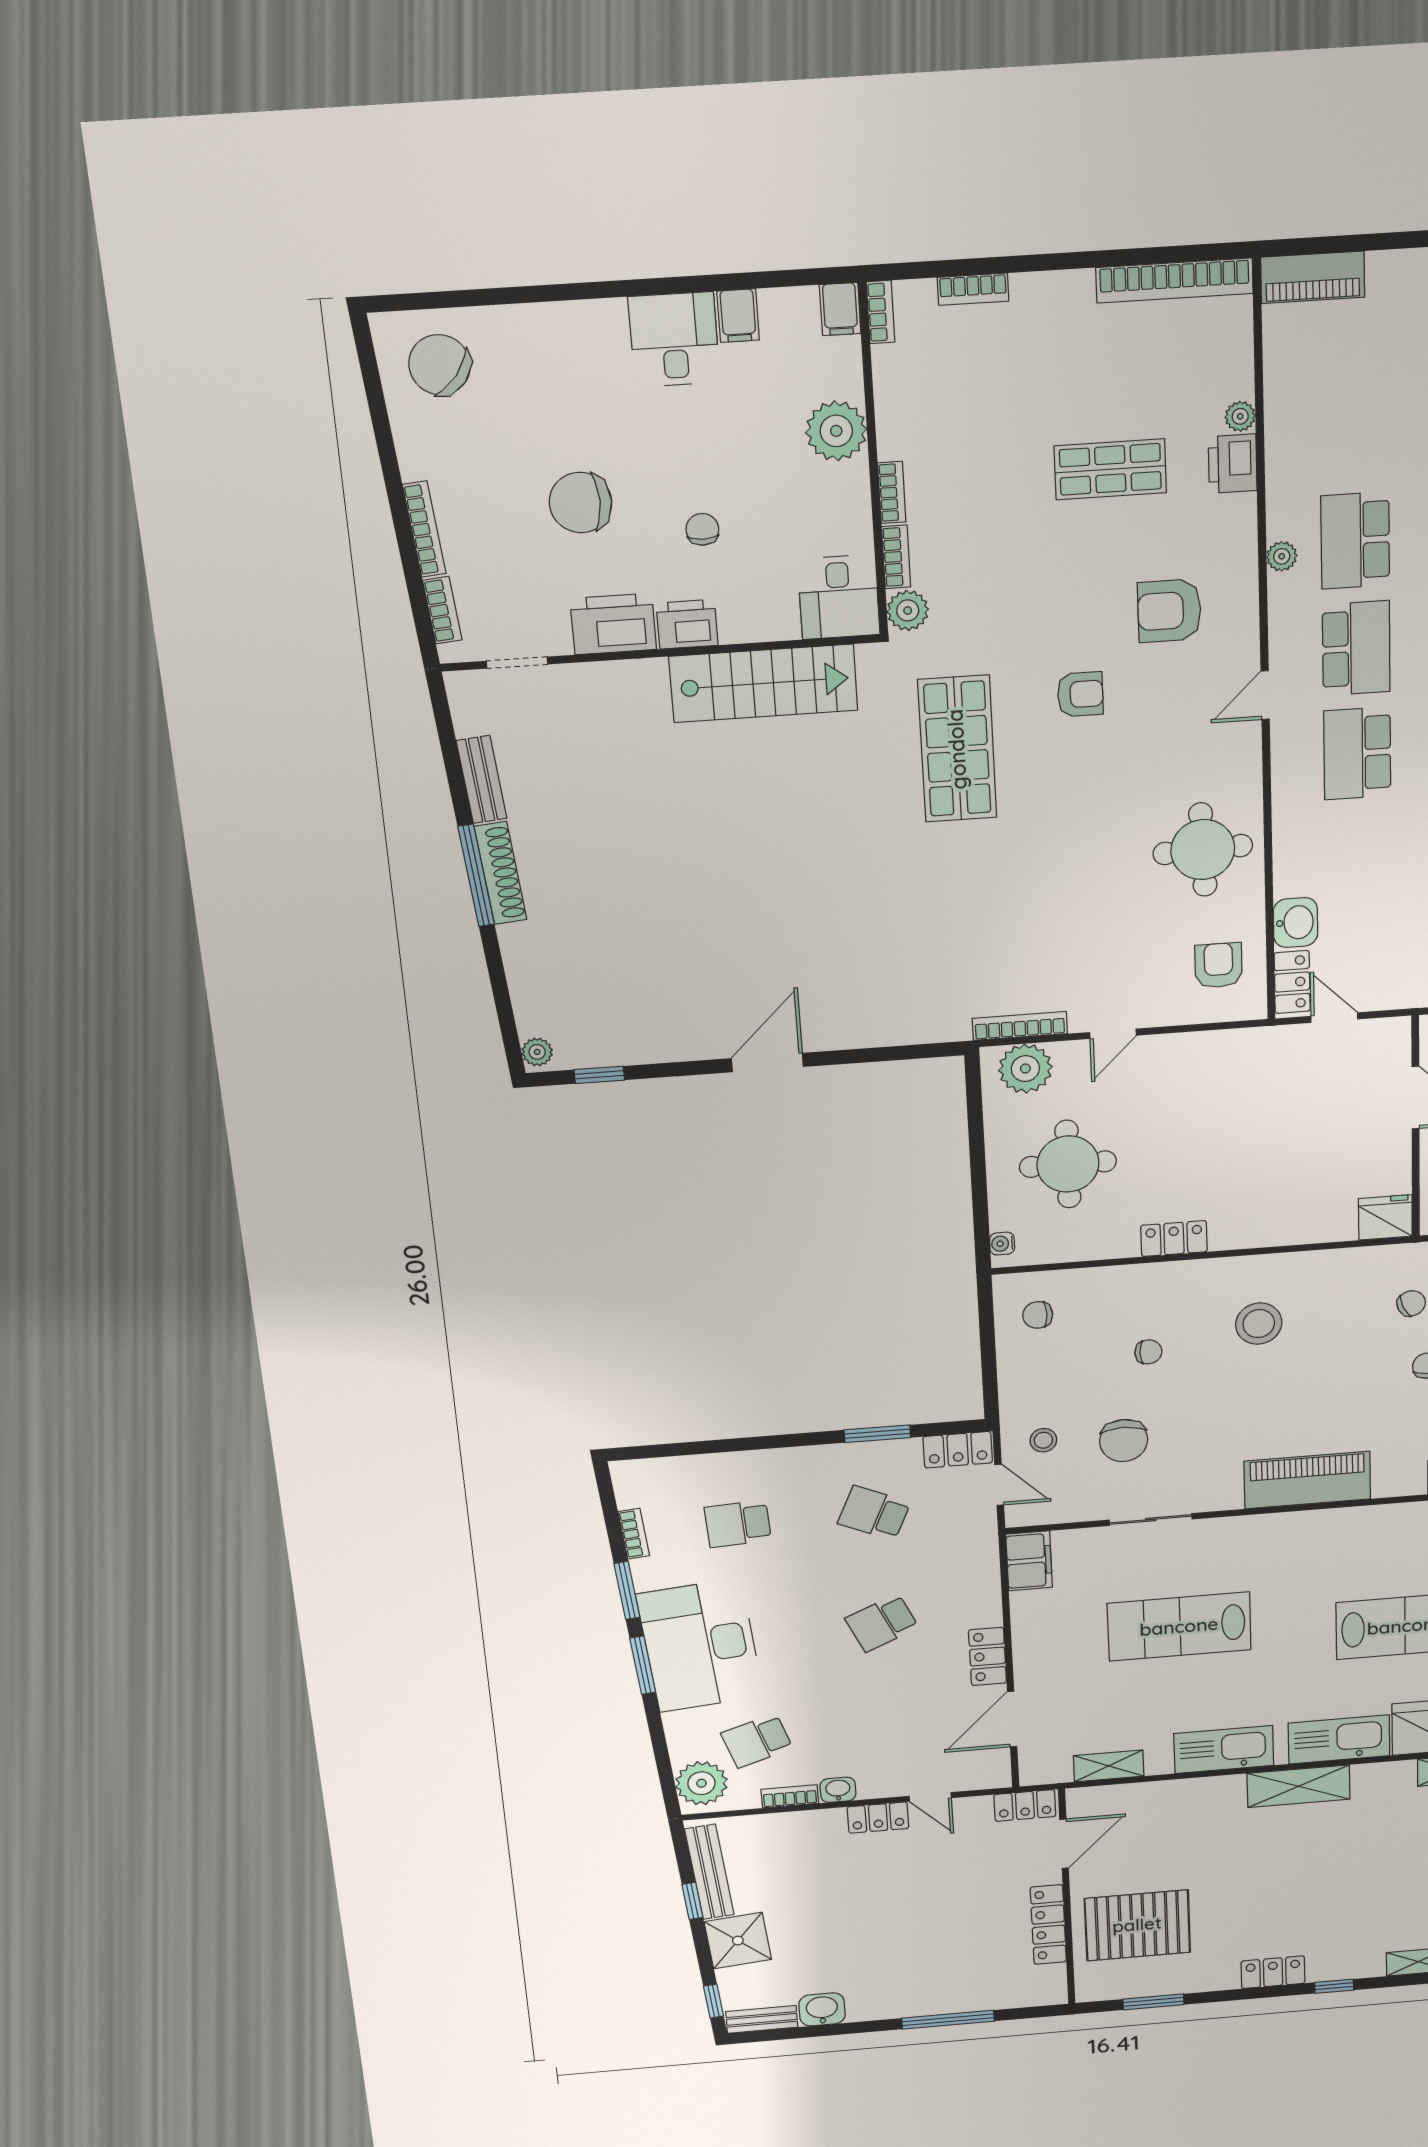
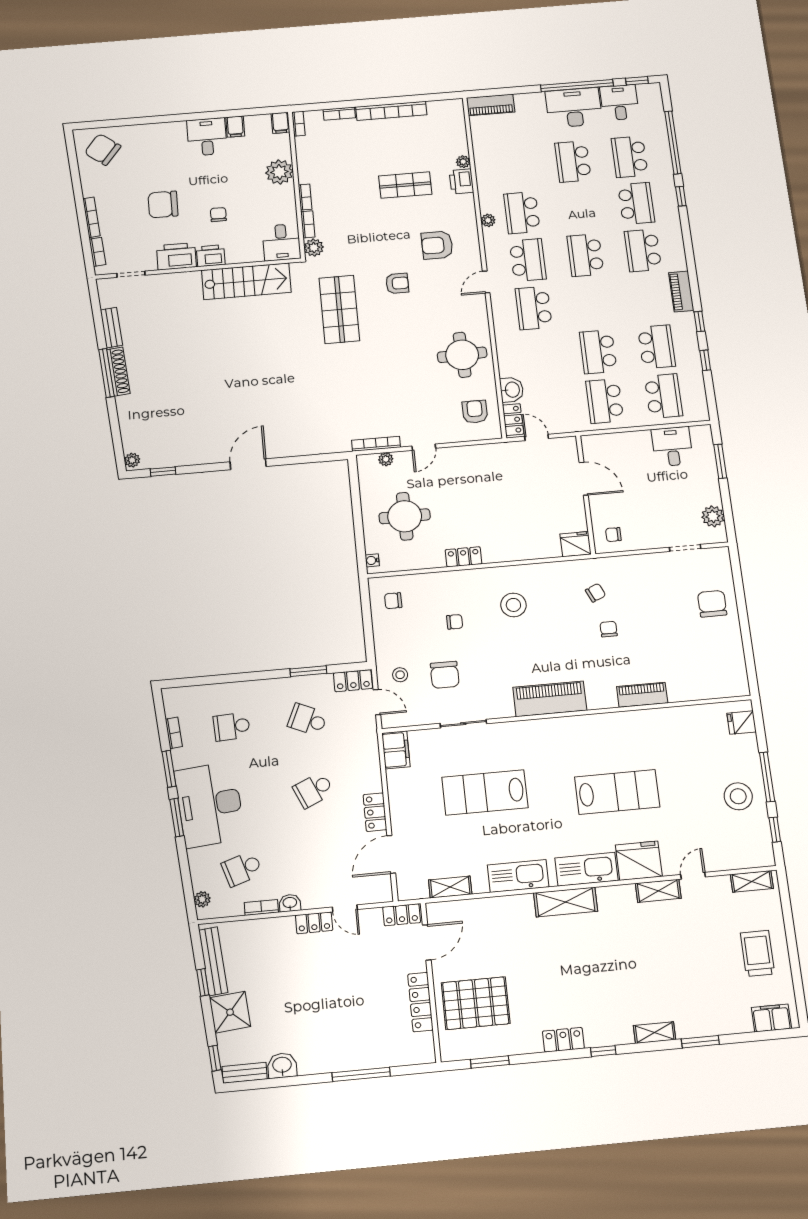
bookcase: (1175, 280) -> (391, 111), moved
plant: (1025, 1069) -> (386, 459), width x0.53, depth x0.53
plant: (701, 1783) -> (202, 899), width x0.53, depth x0.53

